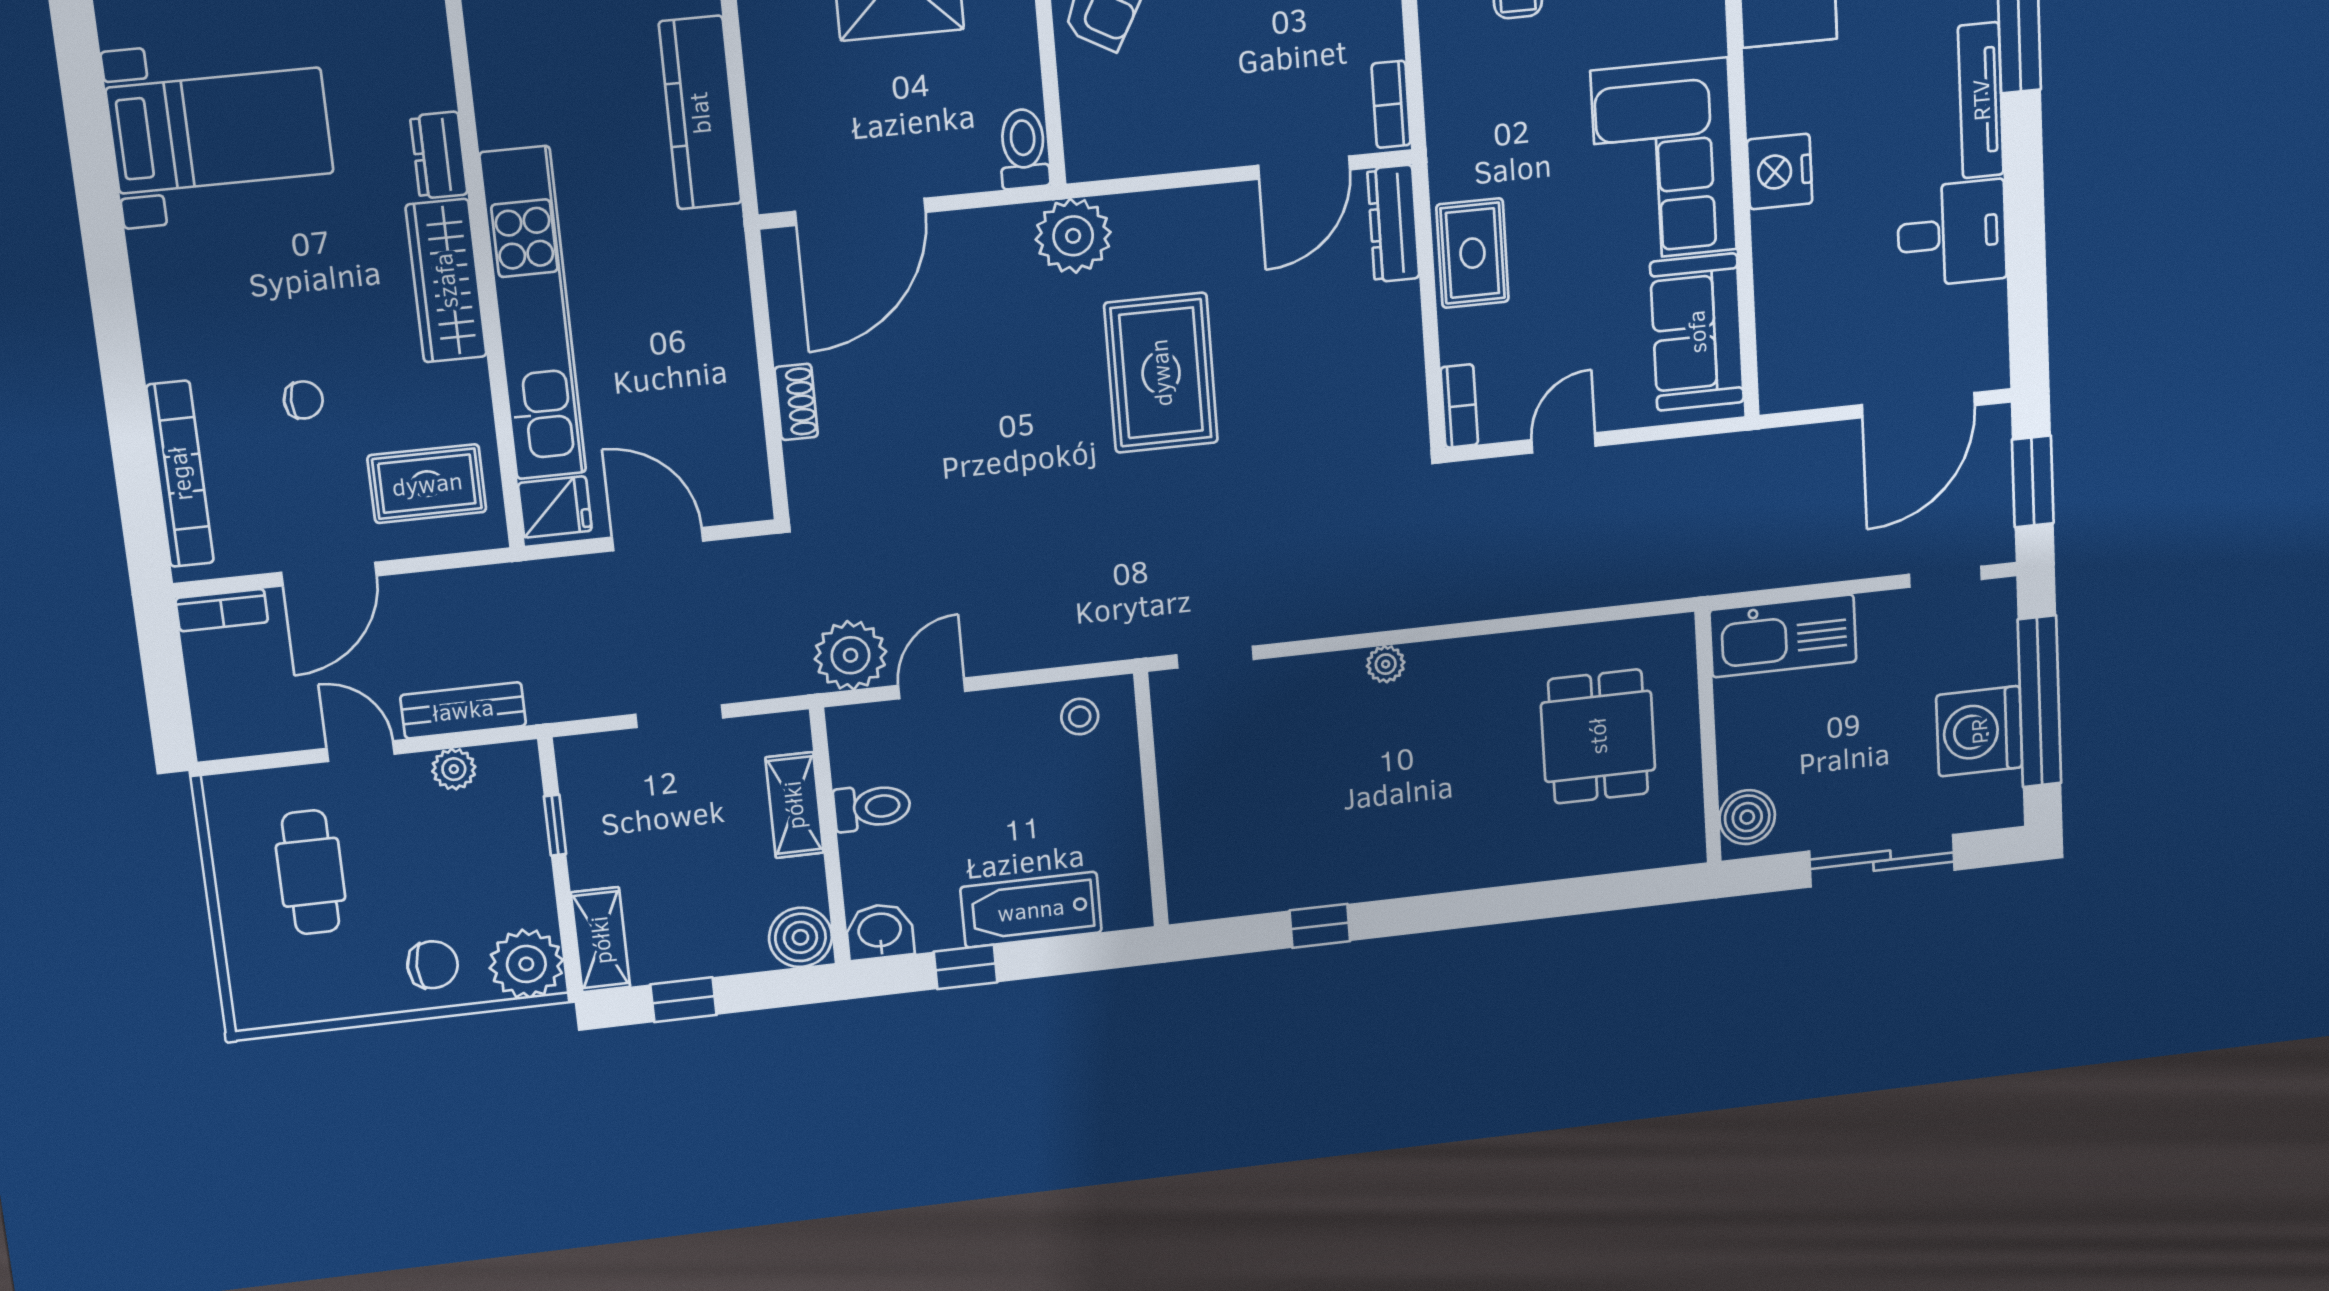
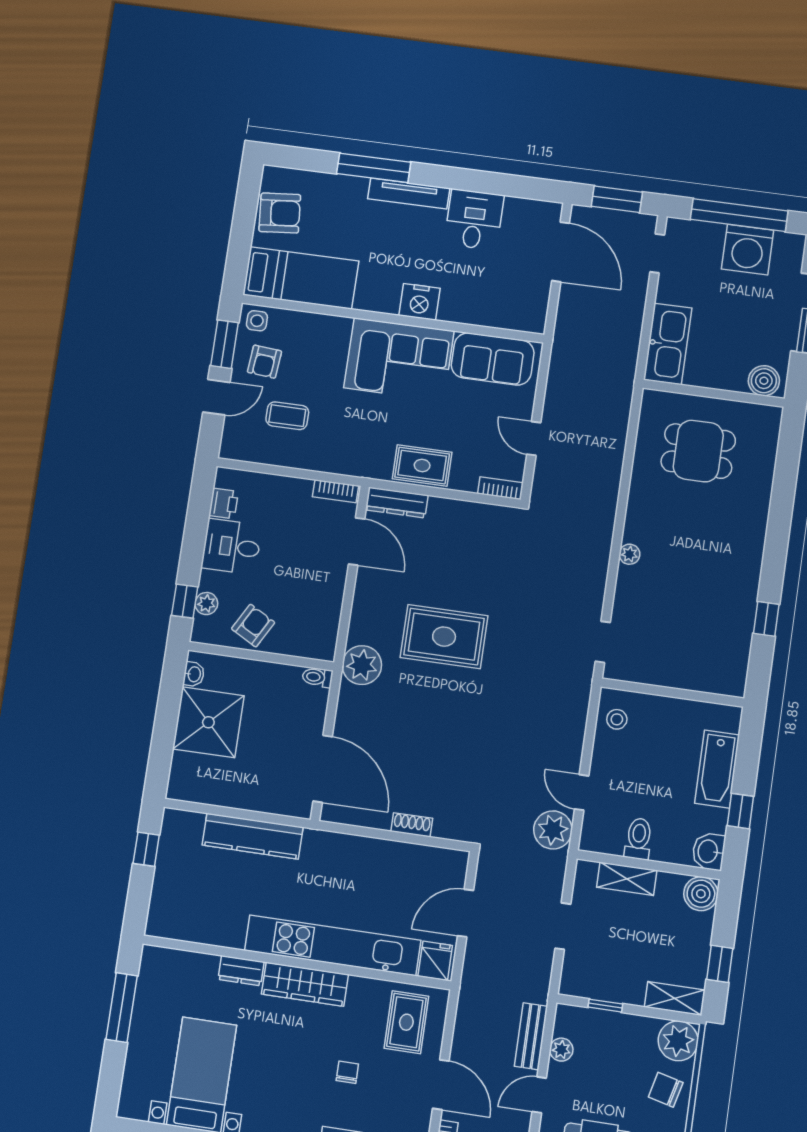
toilet: (1024, 149) -> (317, 677), width x0.73, depth x0.72
chair: (433, 965) -> (666, 1090), turned -76

